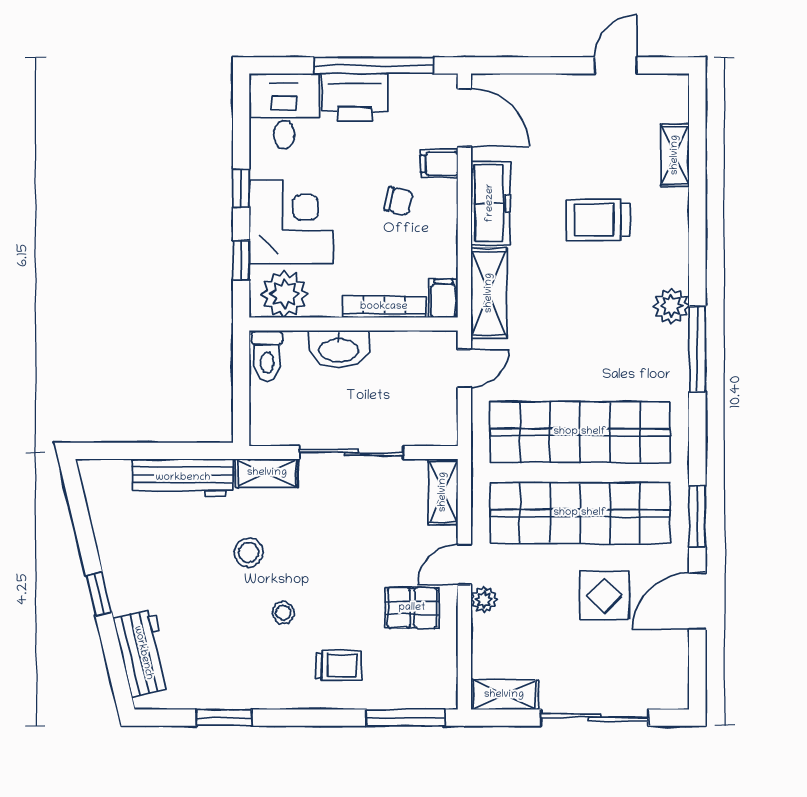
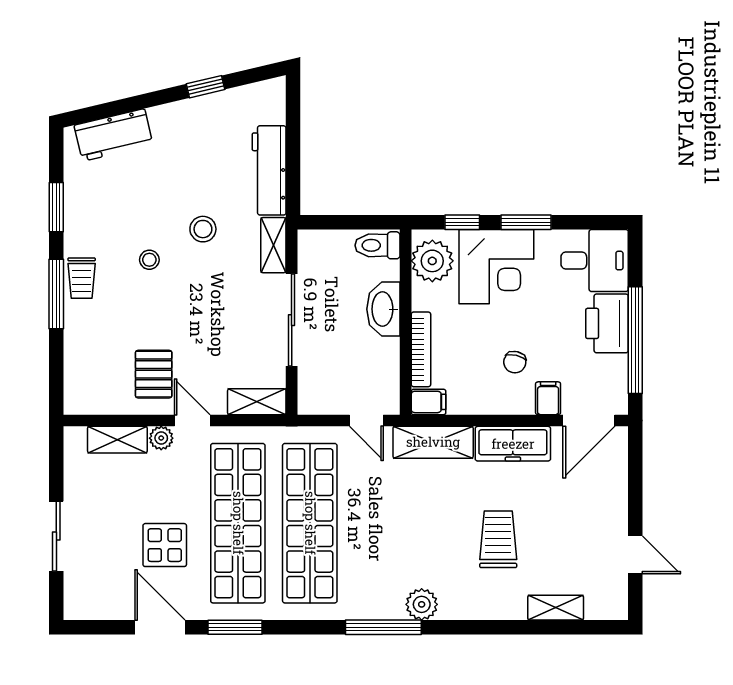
window: (241, 188) -> (526, 222), width x1.50
window: (99, 594) -> (205, 87), moved
trolley: (339, 665) -> (82, 278), moved
shelving: (504, 695) -> (117, 440), moved, turned 90
window: (405, 718) -> (56, 294), moved
sliding door: (594, 718) -> (56, 536), width x0.73

